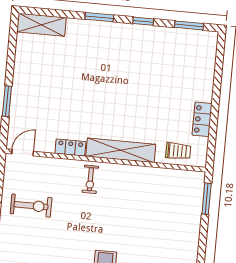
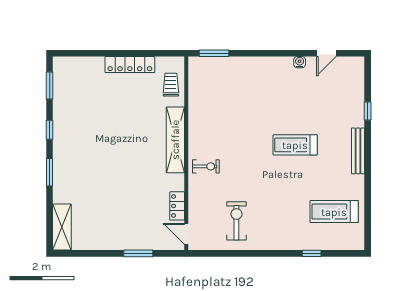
locker: (202, 119) -> (130, 65), width x1.53
locker: (70, 147) -> (177, 206), moved

